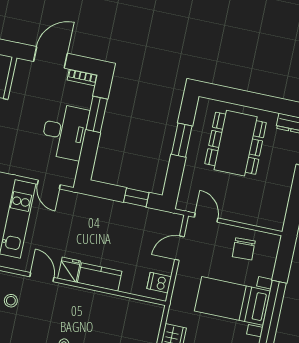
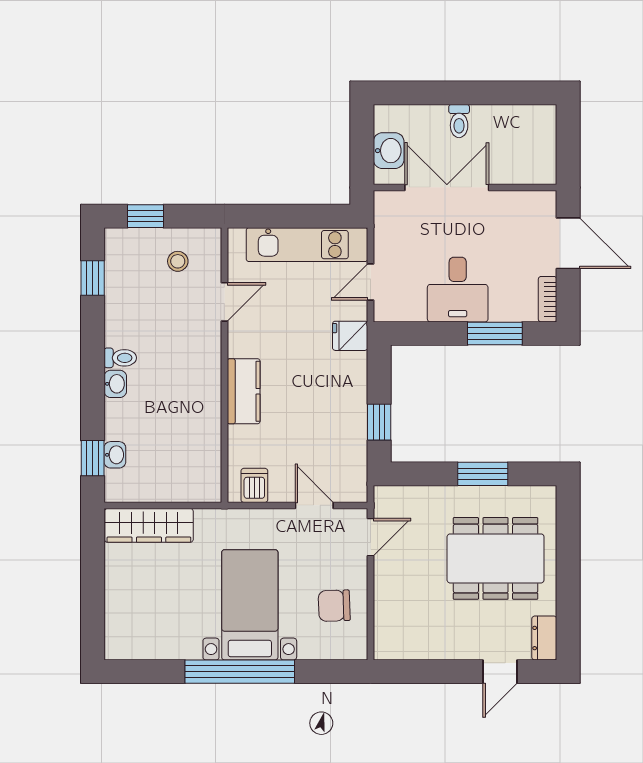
desk: (65, 132) -> (458, 290), width x0.73
fridge: (69, 270) -> (350, 336), moved, turned 180

